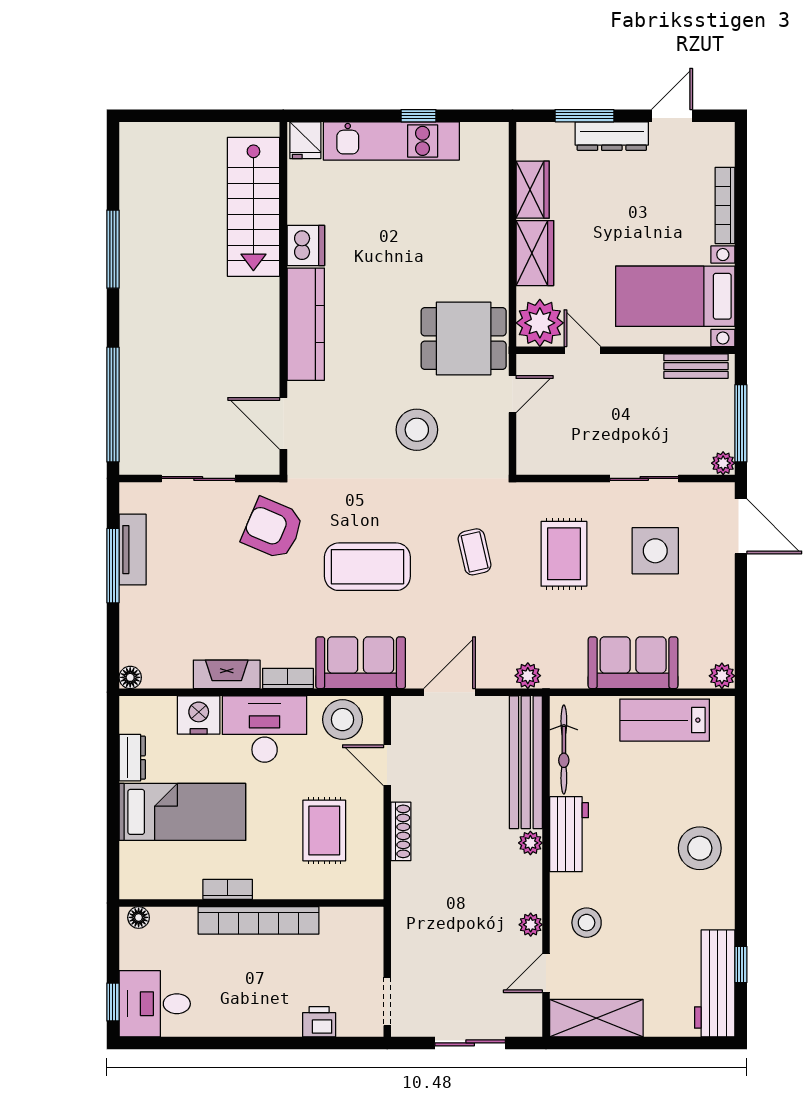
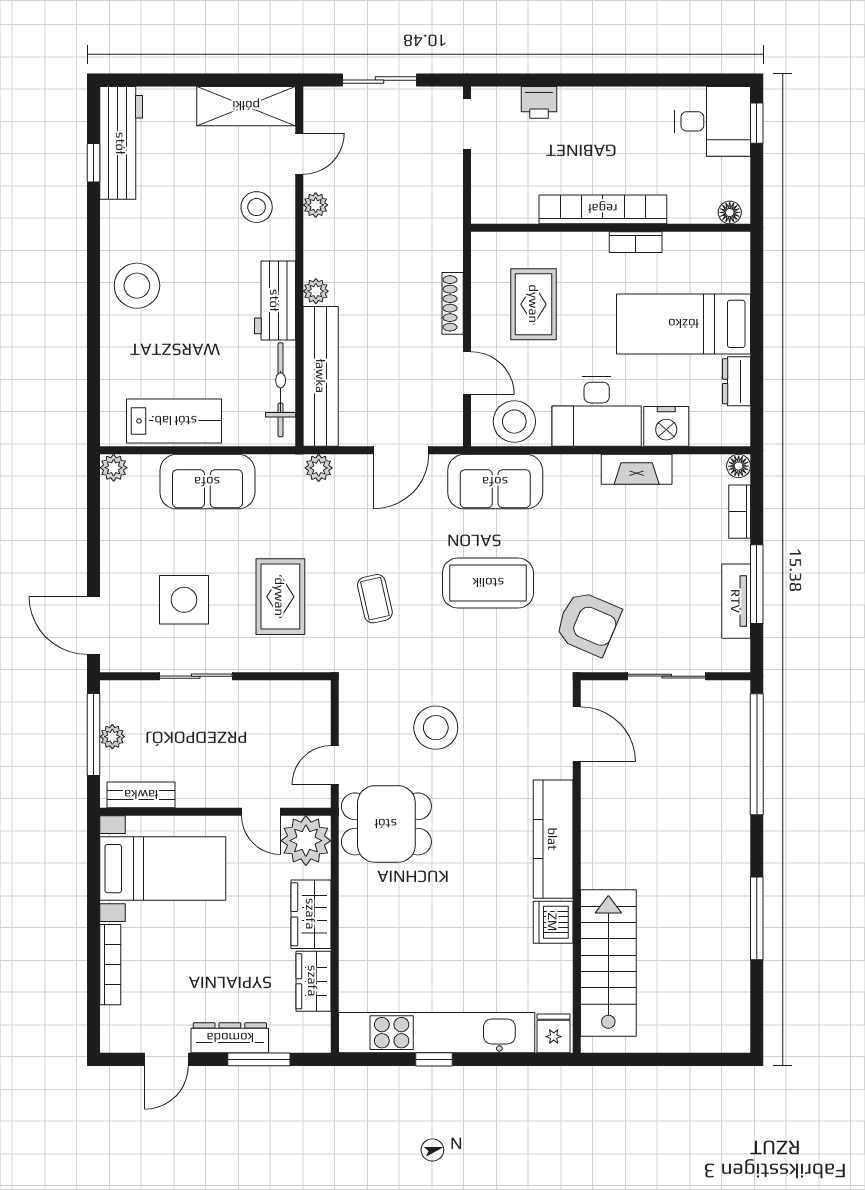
kitchen unit: (391, 141) -> (437, 1033), width x1.36
plant: (723, 463) -> (112, 737), moved
bookcase: (288, 678) -> (740, 512), moved, turned 90

